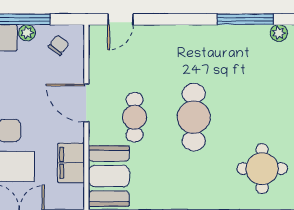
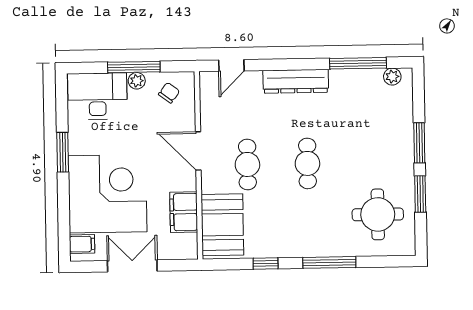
dresser: (184, 36) -> (296, 81), added
cafe table: (194, 117) -> (307, 163), width x0.73, depth x0.74

